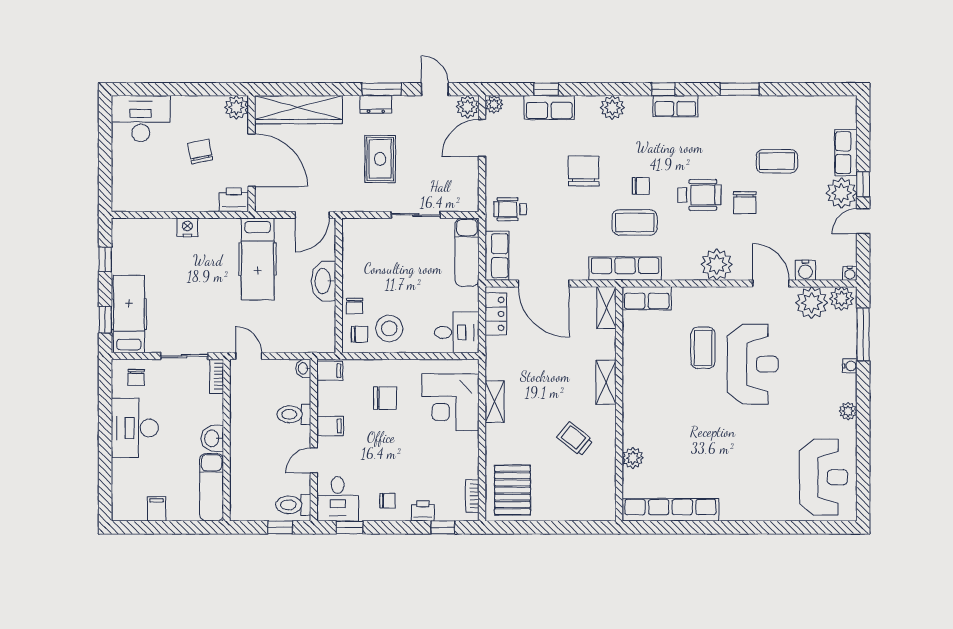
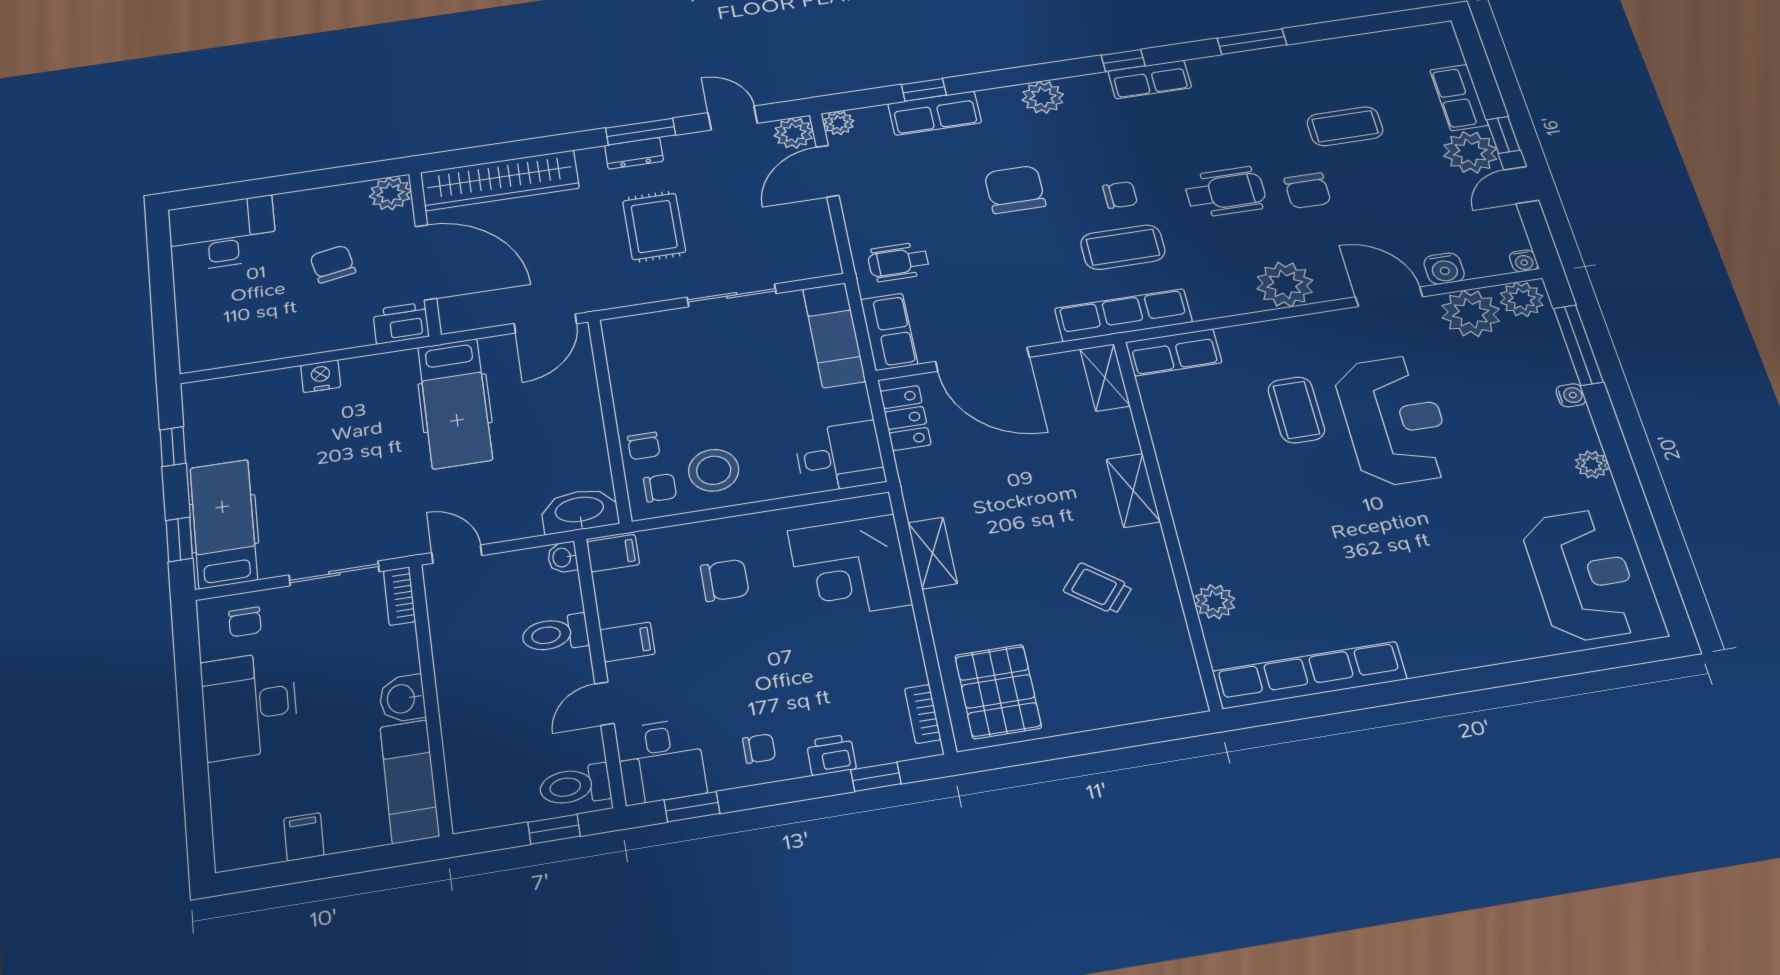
washbasin: (323, 281) -> (580, 511), moved, turned 90

